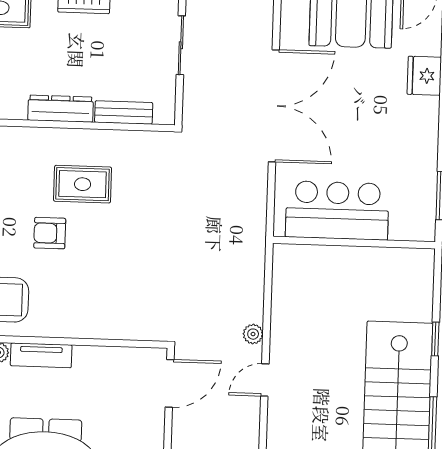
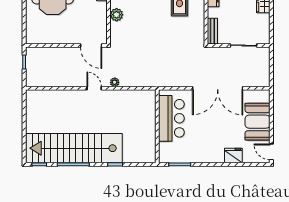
bench: (124, 112) -> (212, 31), moved
plant: (103, 325) -> (117, 15), added

